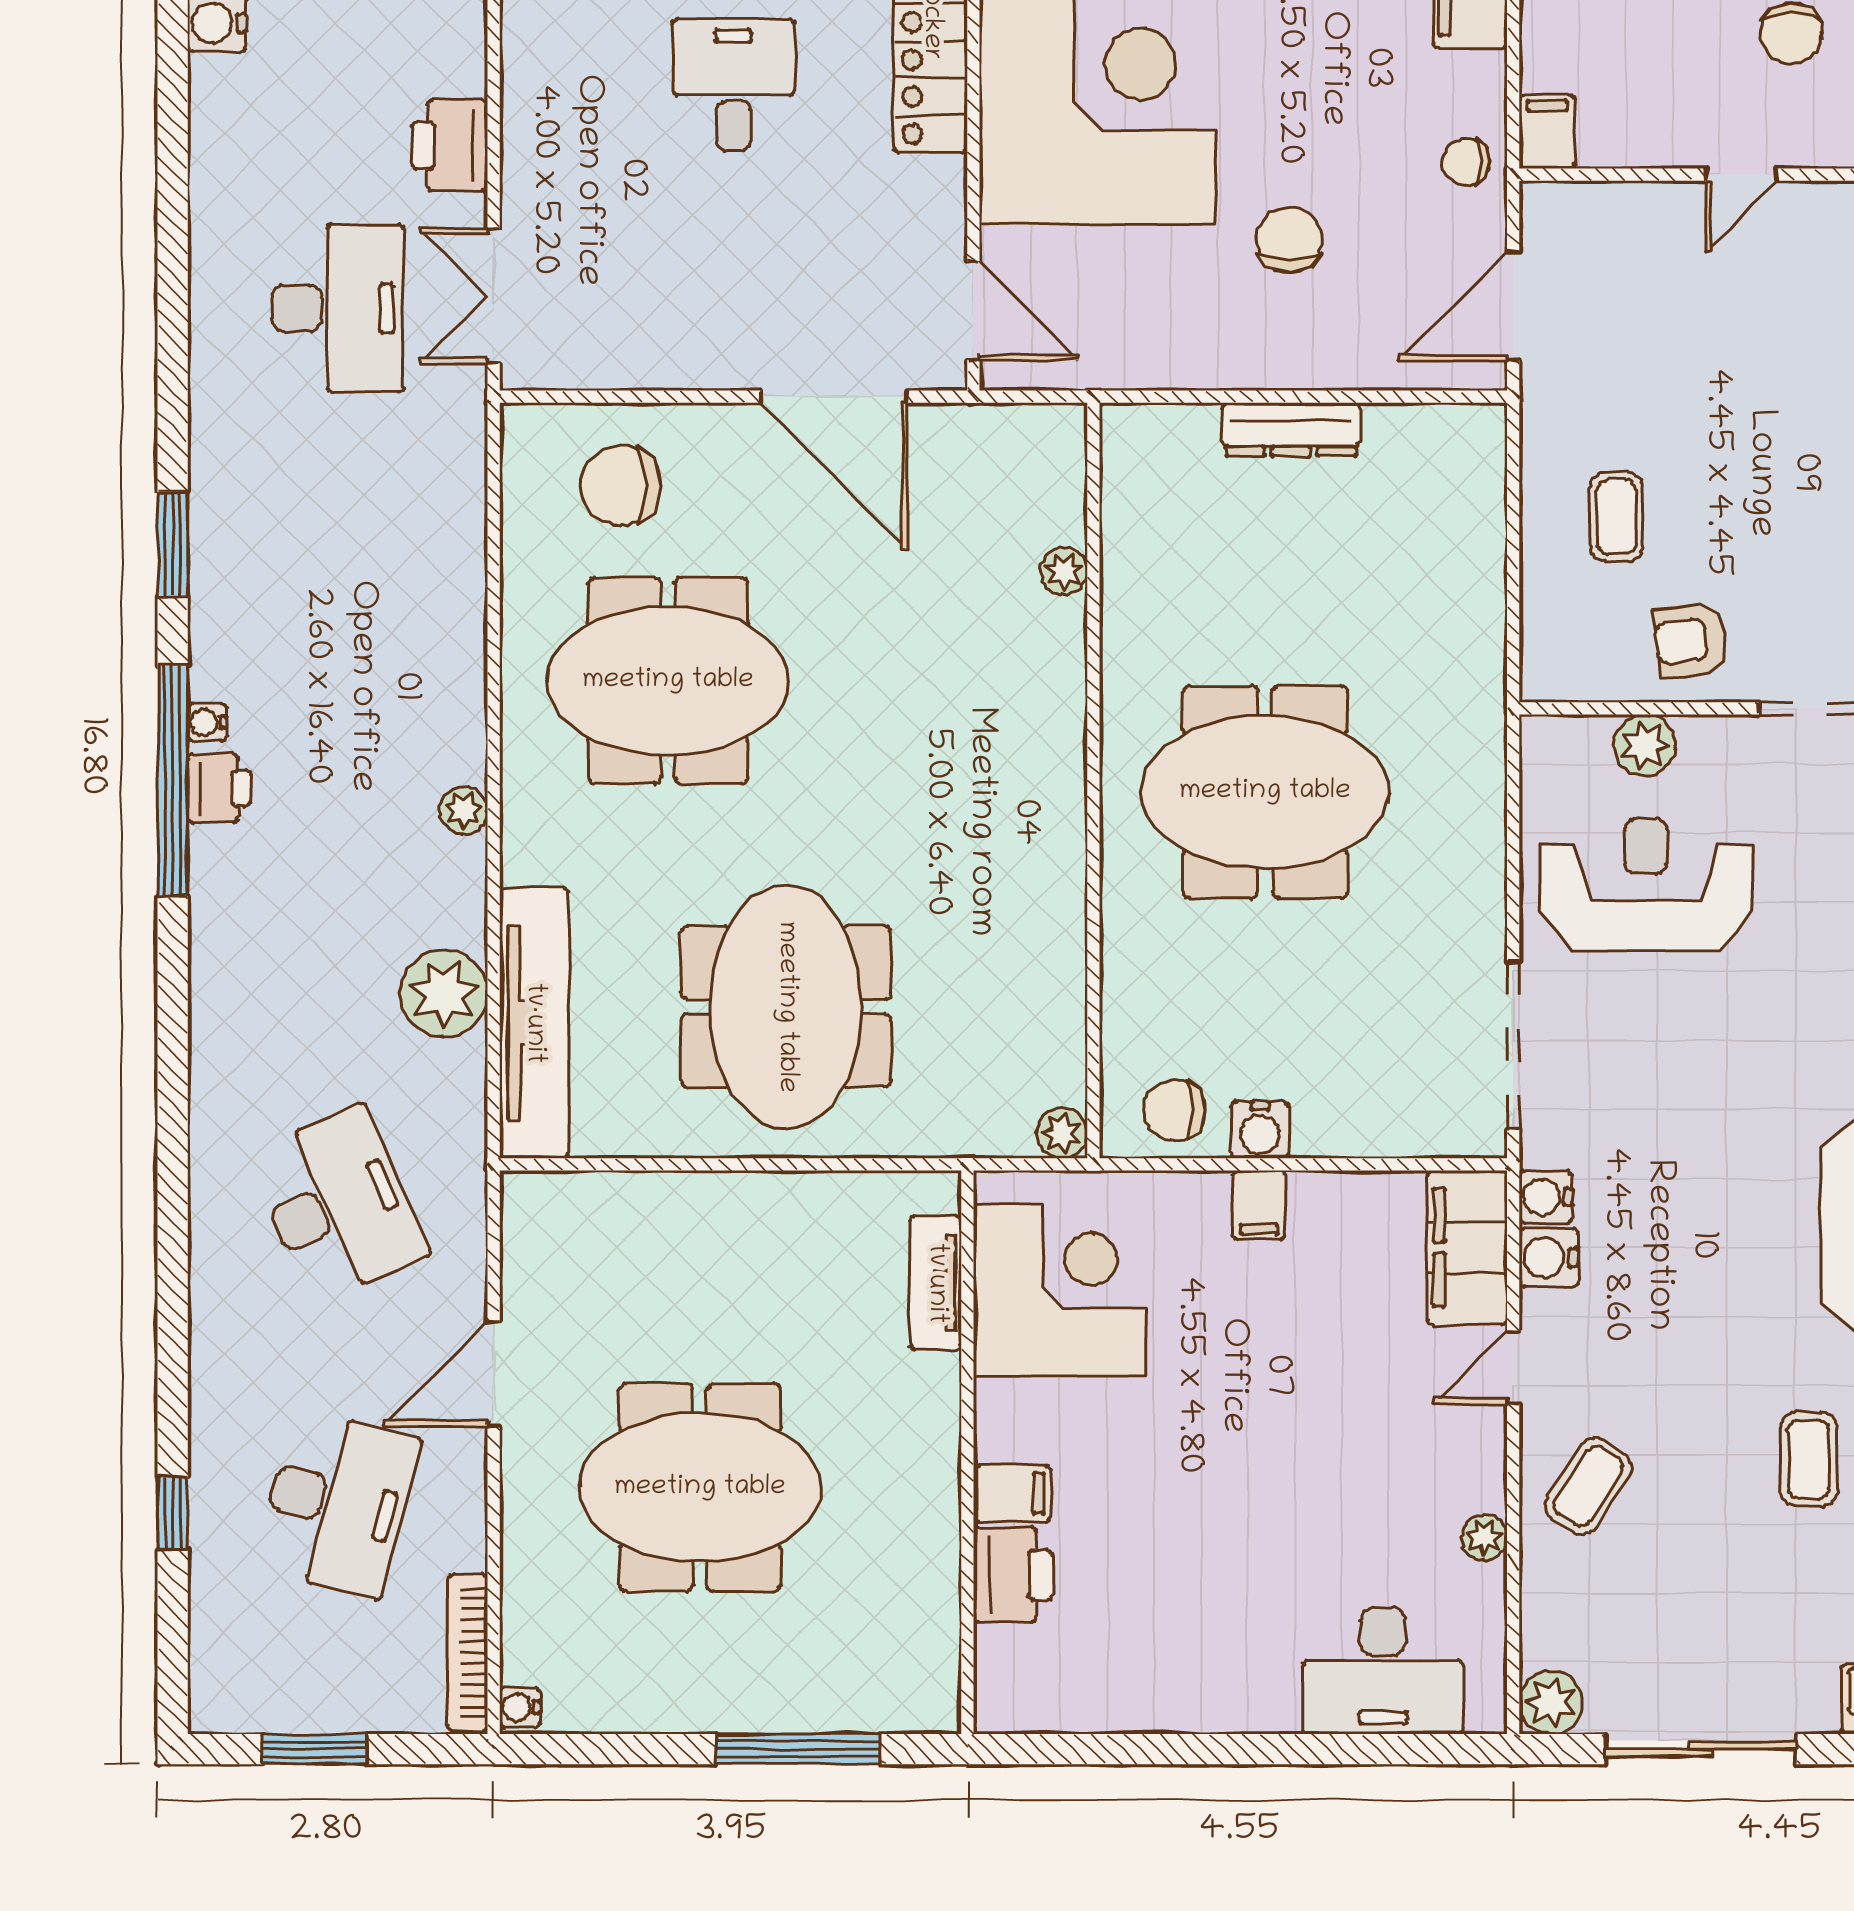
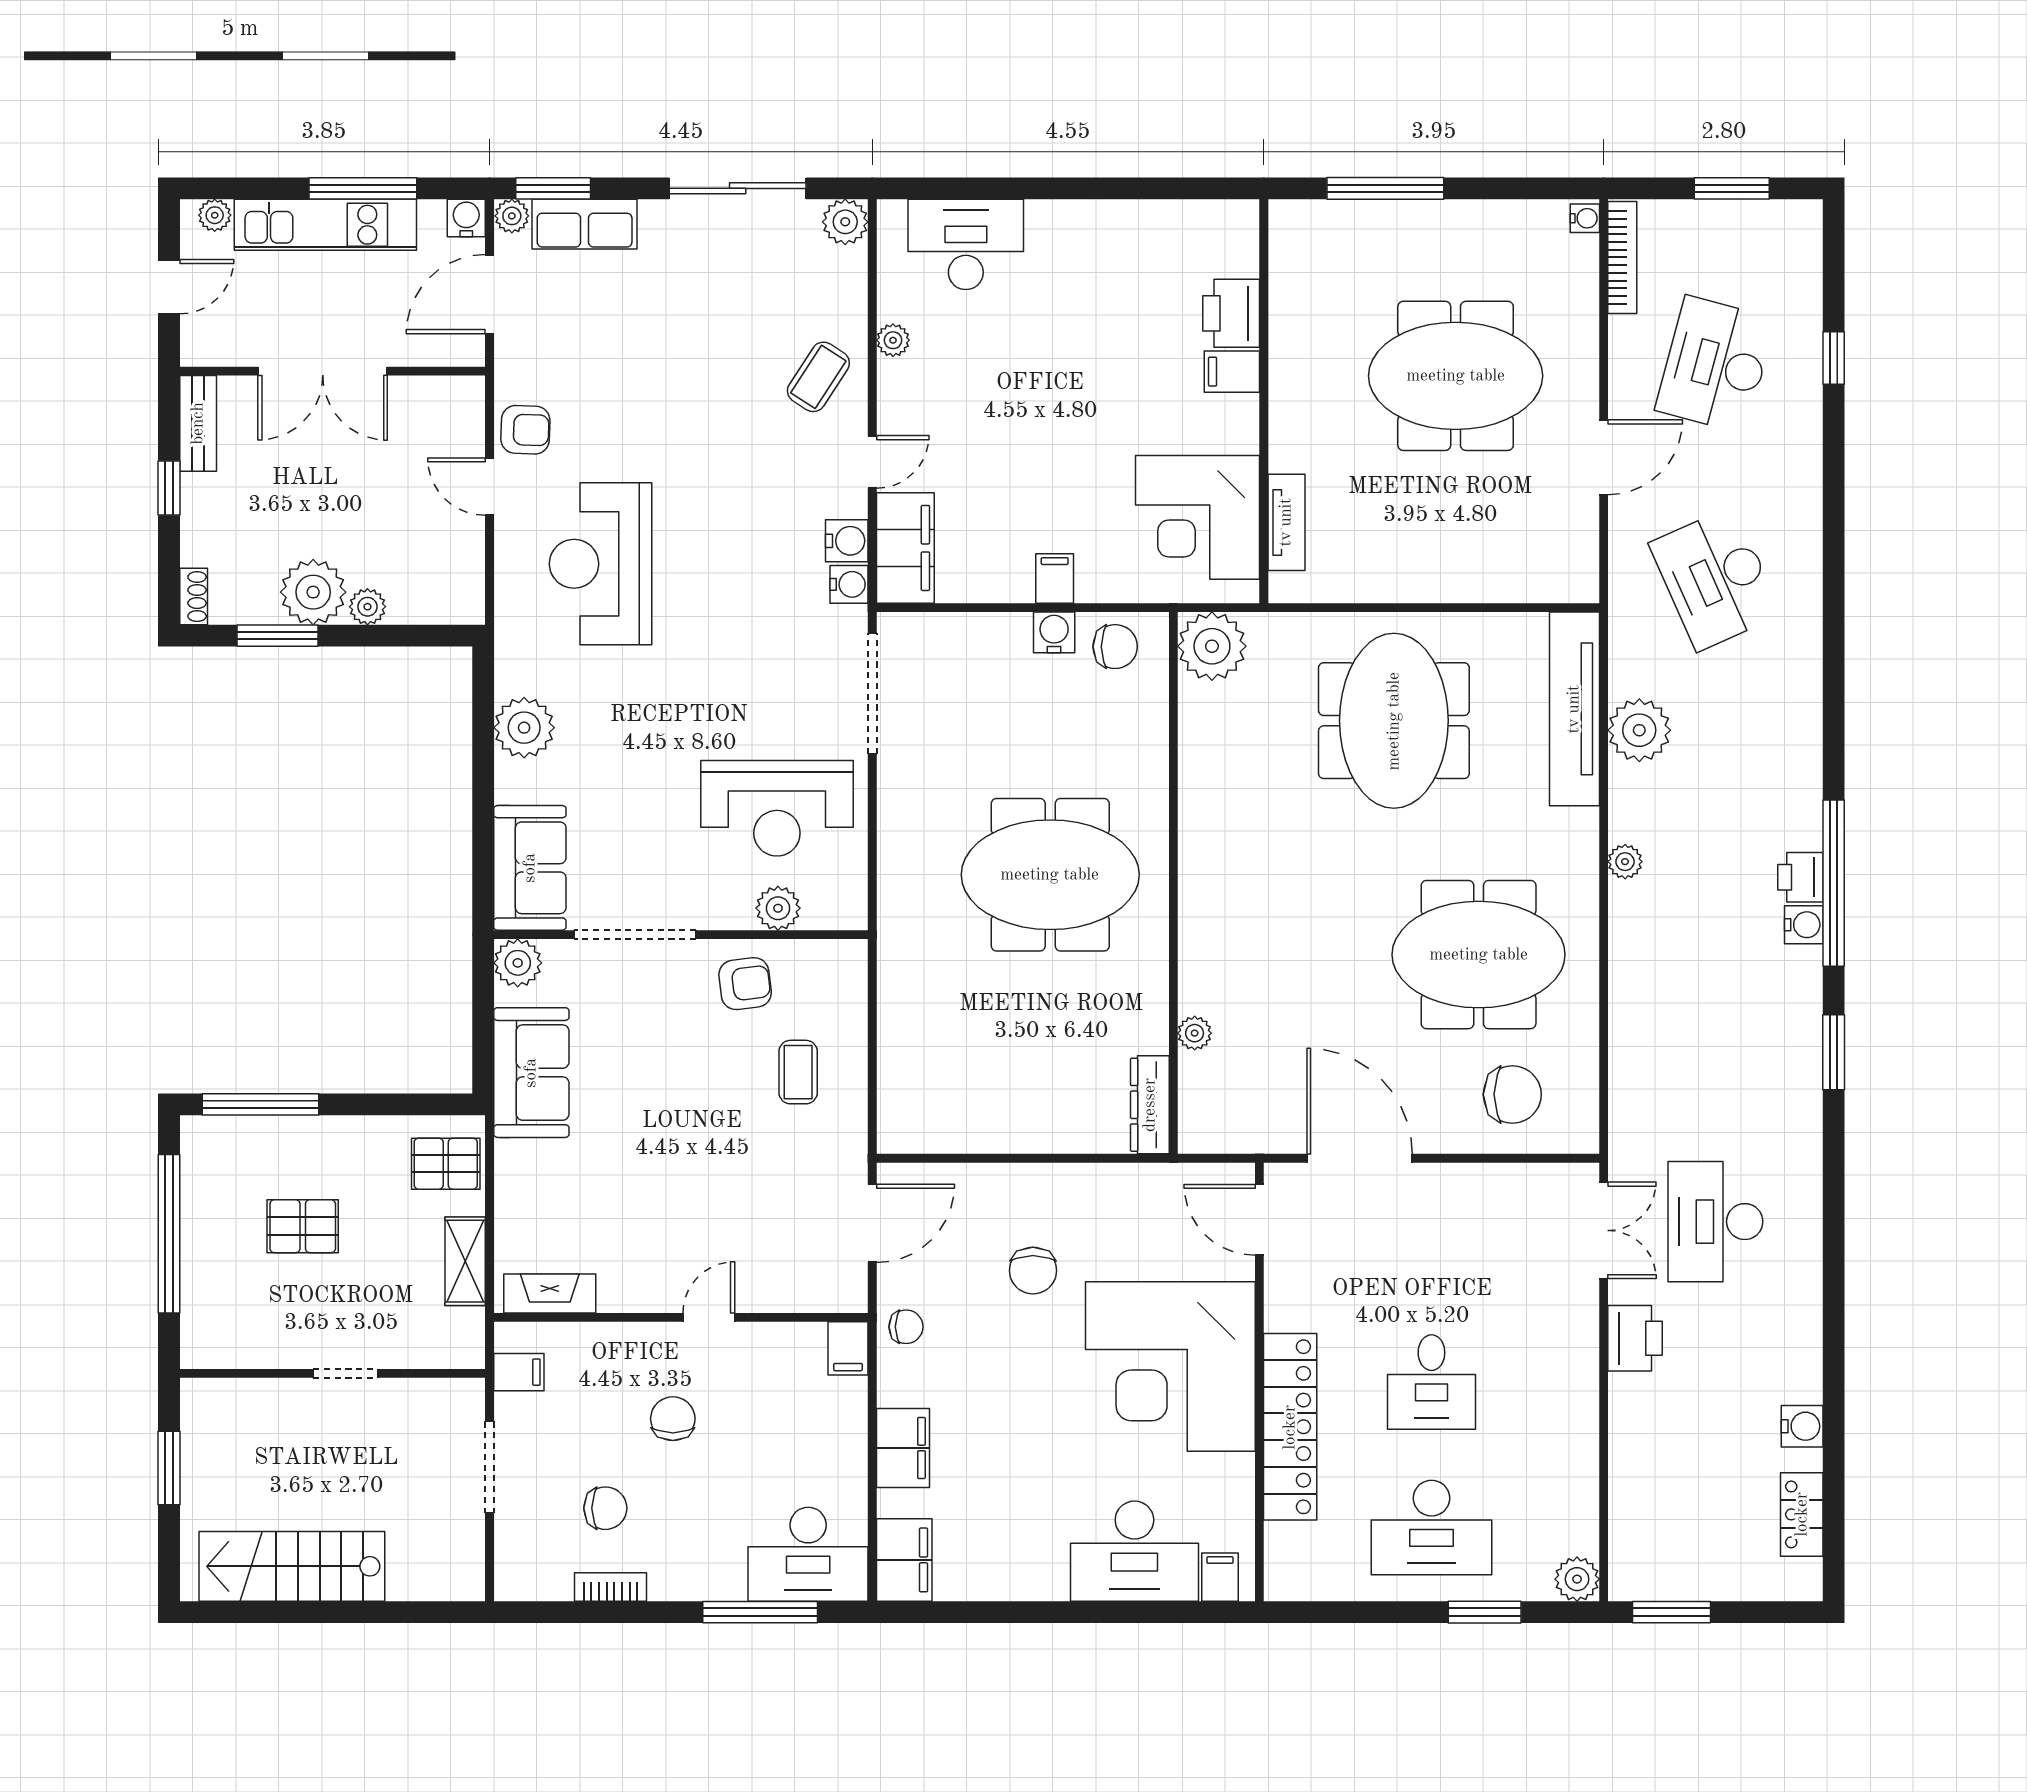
dresser: (1291, 429) -> (1150, 1105), moved, turned -90
water cooler: (207, 722) -> (1804, 925), width x1.38, depth x1.38
plant: (1062, 1133) -> (1212, 646), width x1.88, depth x1.88
coffee table: (1809, 1459) -> (660, 396), removed

